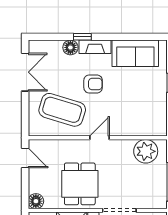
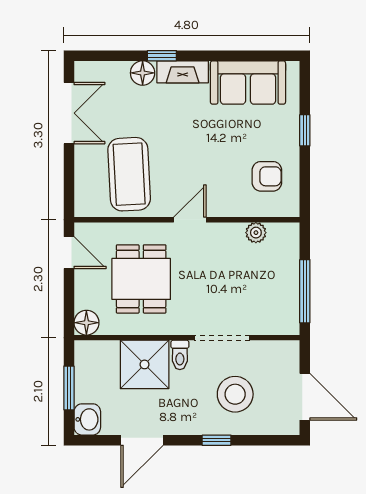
armchair: (93, 84) -> (267, 176), moved
coffee table: (62, 110) -> (129, 174), turned 70
plant: (146, 151) -> (256, 233), width x0.53, depth x0.53
dining table: (80, 184) -> (141, 279), moved

